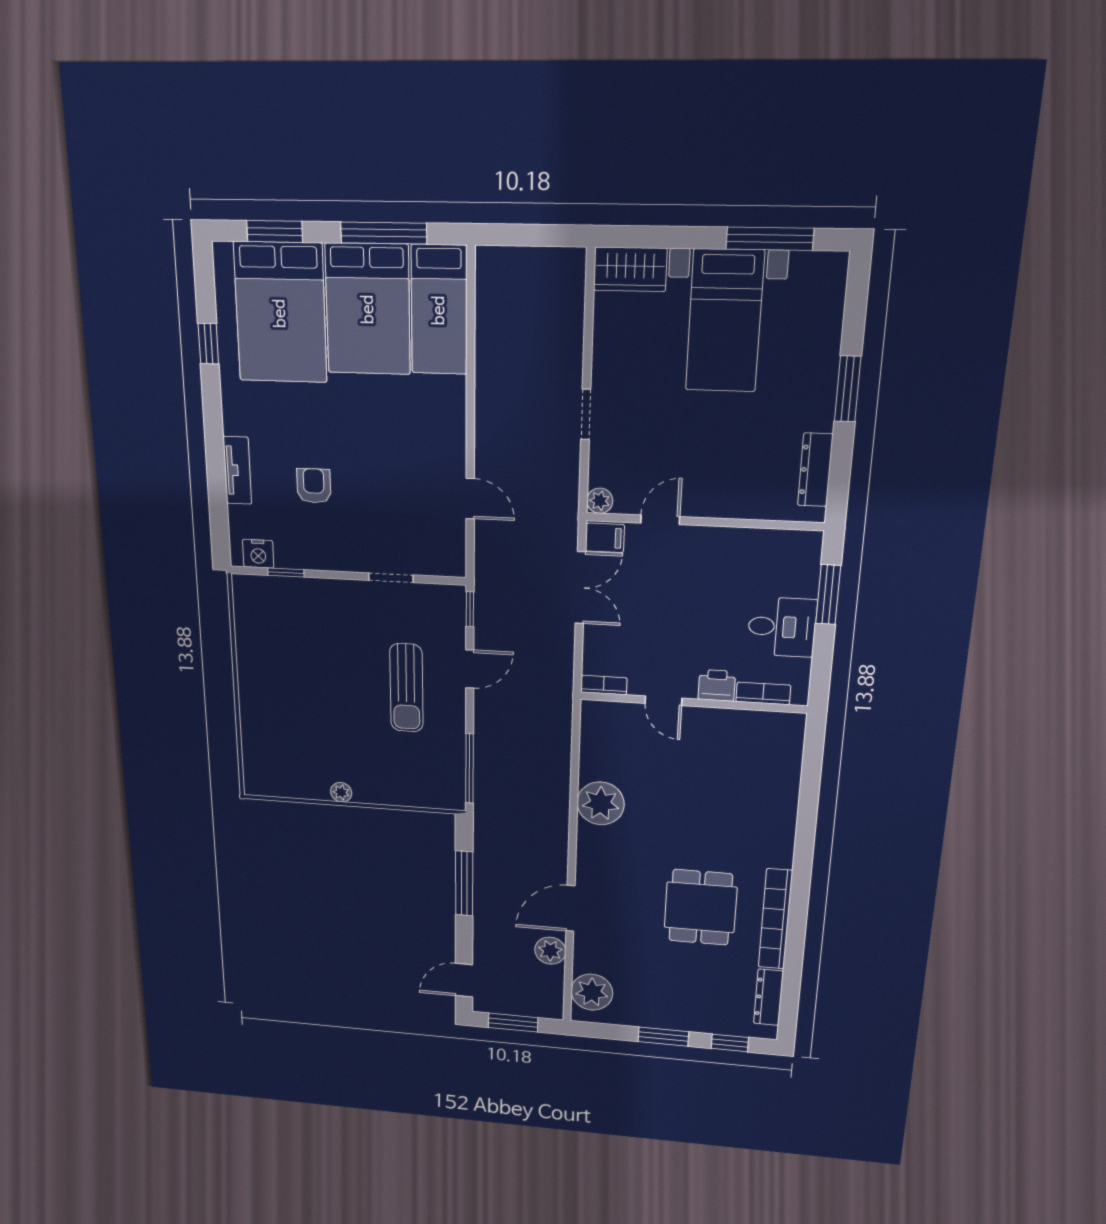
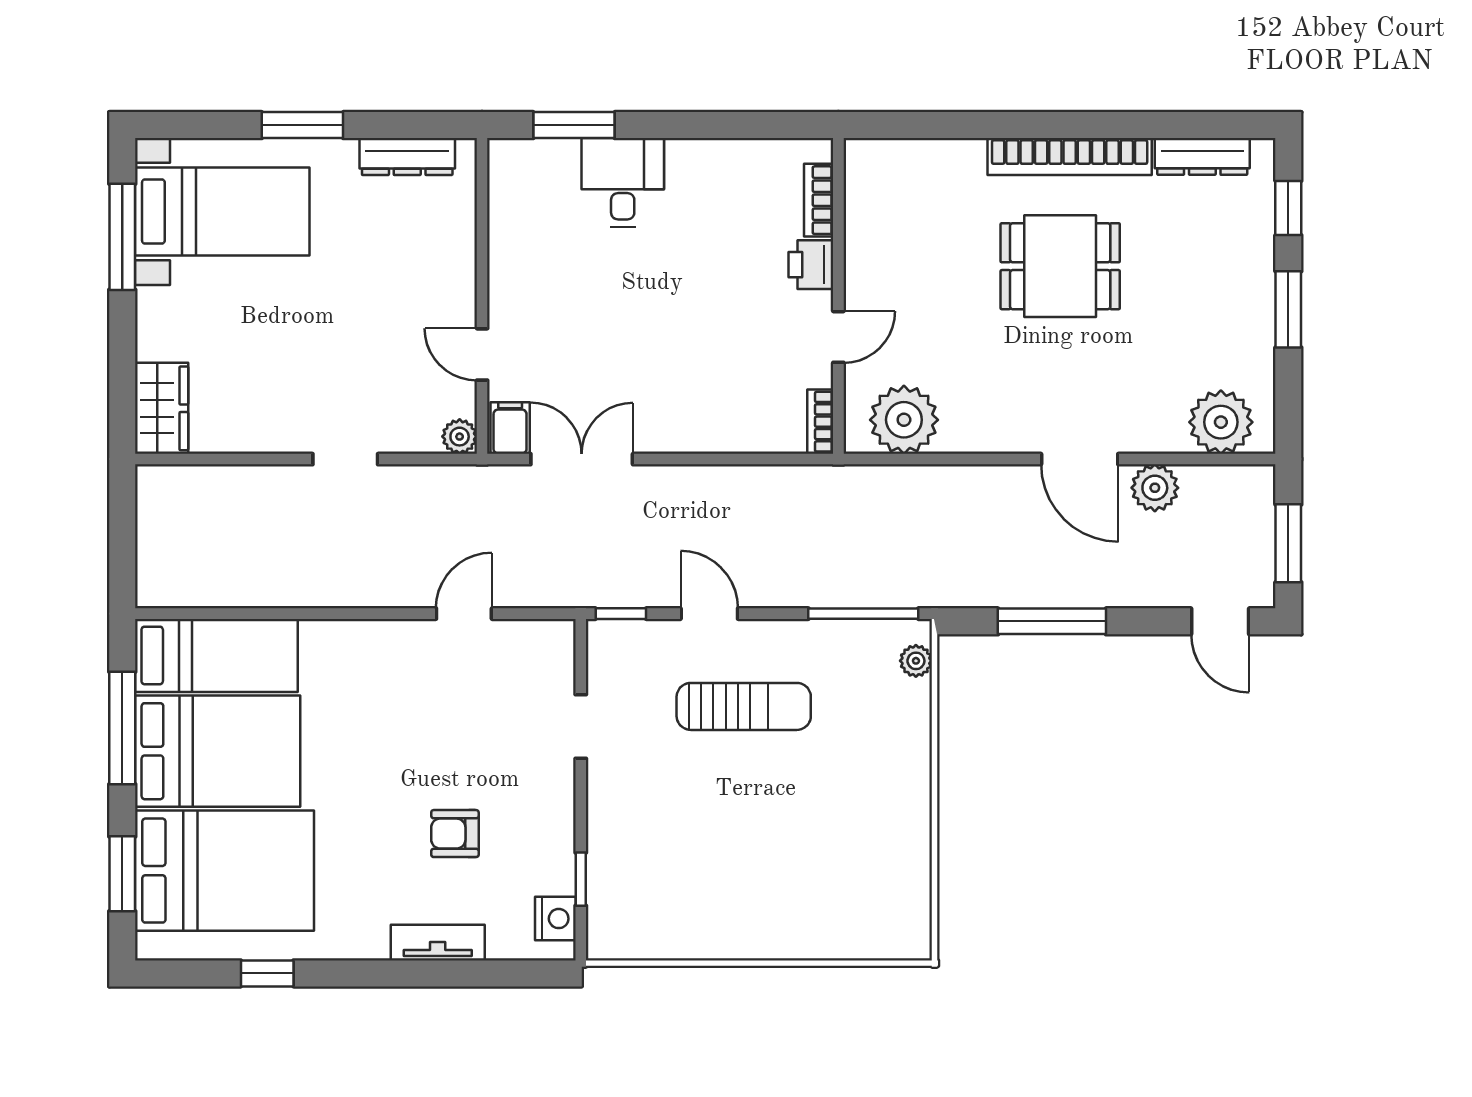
bed with nightstands: (725, 321) -> (222, 212), moved
bookcase: (604, 685) -> (820, 422), moved
printer: (717, 685) -> (811, 265), moved
bookcase: (763, 693) -> (819, 200), moved
door: (664, 701) -> (838, 337), moved
wall: (693, 703) -> (838, 296), moved
plant: (341, 792) -> (916, 661), moved

